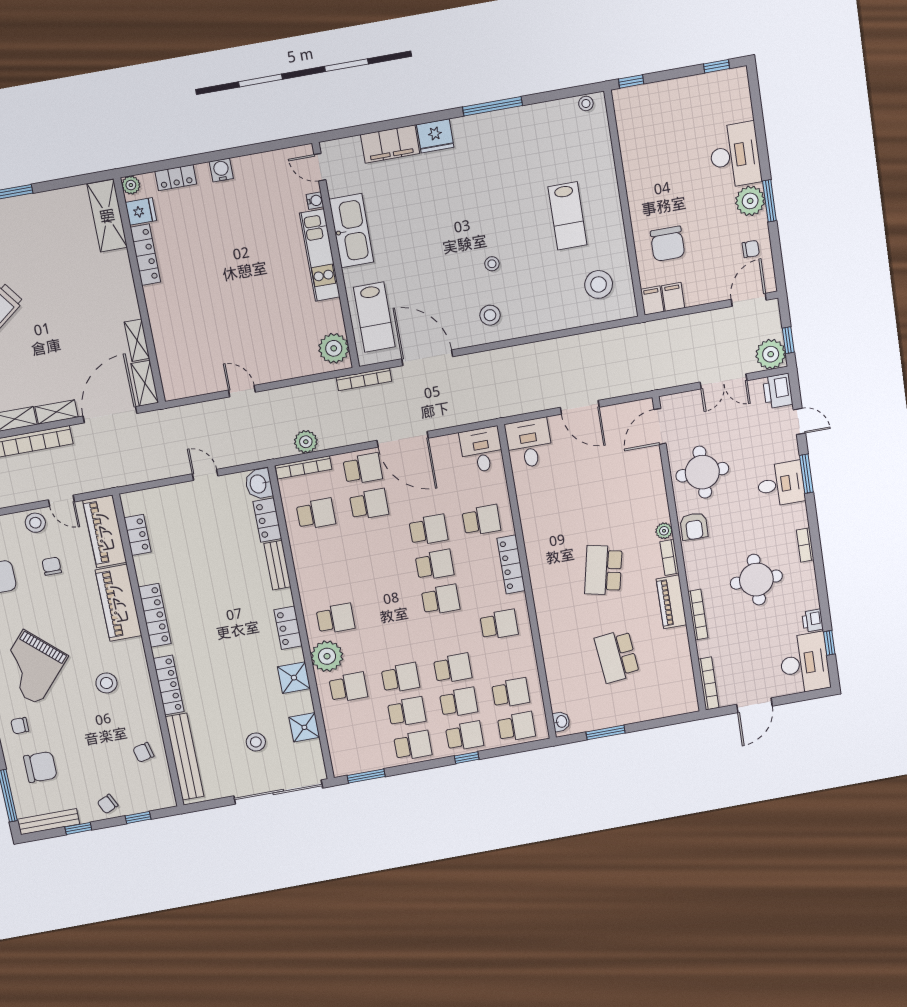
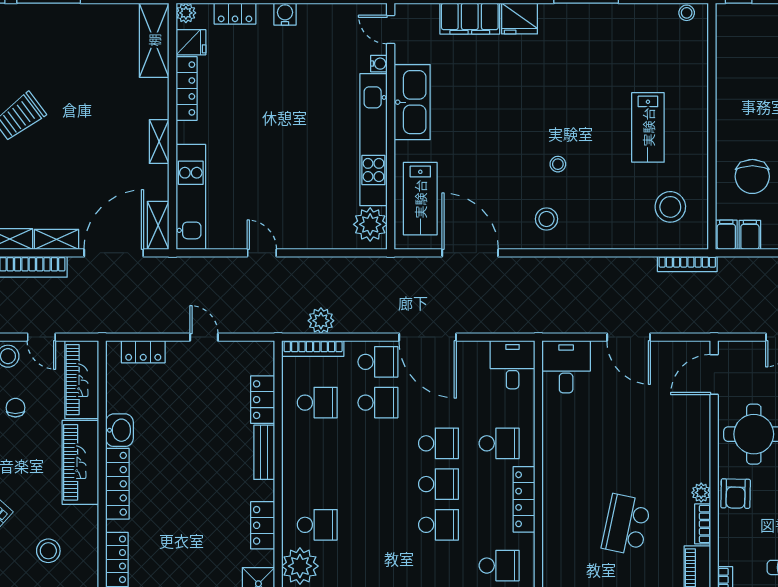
kitchen unit: (320, 255) -> (373, 140), width x1.36
shelving: (137, 340) -> (159, 142), moved
kitchen unit: (169, 352) -> (191, 197), added
bookcase: (364, 379) -> (687, 264), moved
washbasin: (259, 484) -> (119, 430), moved, turned 180
locker: (138, 535) -> (143, 352), moved, turned 90

